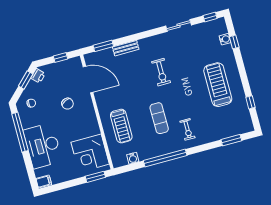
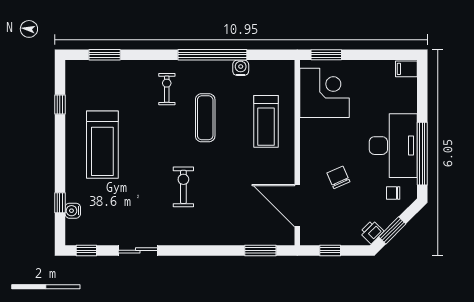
bench: (126, 48) -> (227, 238), removed
treadmill: (121, 126) -> (266, 121), turned 180
desk: (43, 146) -> (393, 146), moved
water cooler: (133, 158) -> (241, 68), moved

